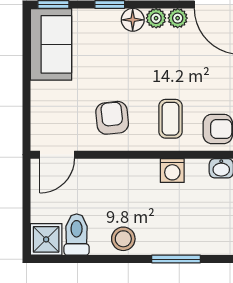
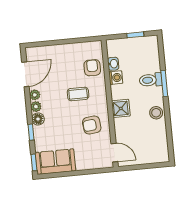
coffee table: (170, 119) -> (78, 94), moved
washing machine: (172, 170) -> (116, 78), moved
toilet: (77, 235) -> (151, 80), moved
shower: (46, 239) -> (121, 108), moved

